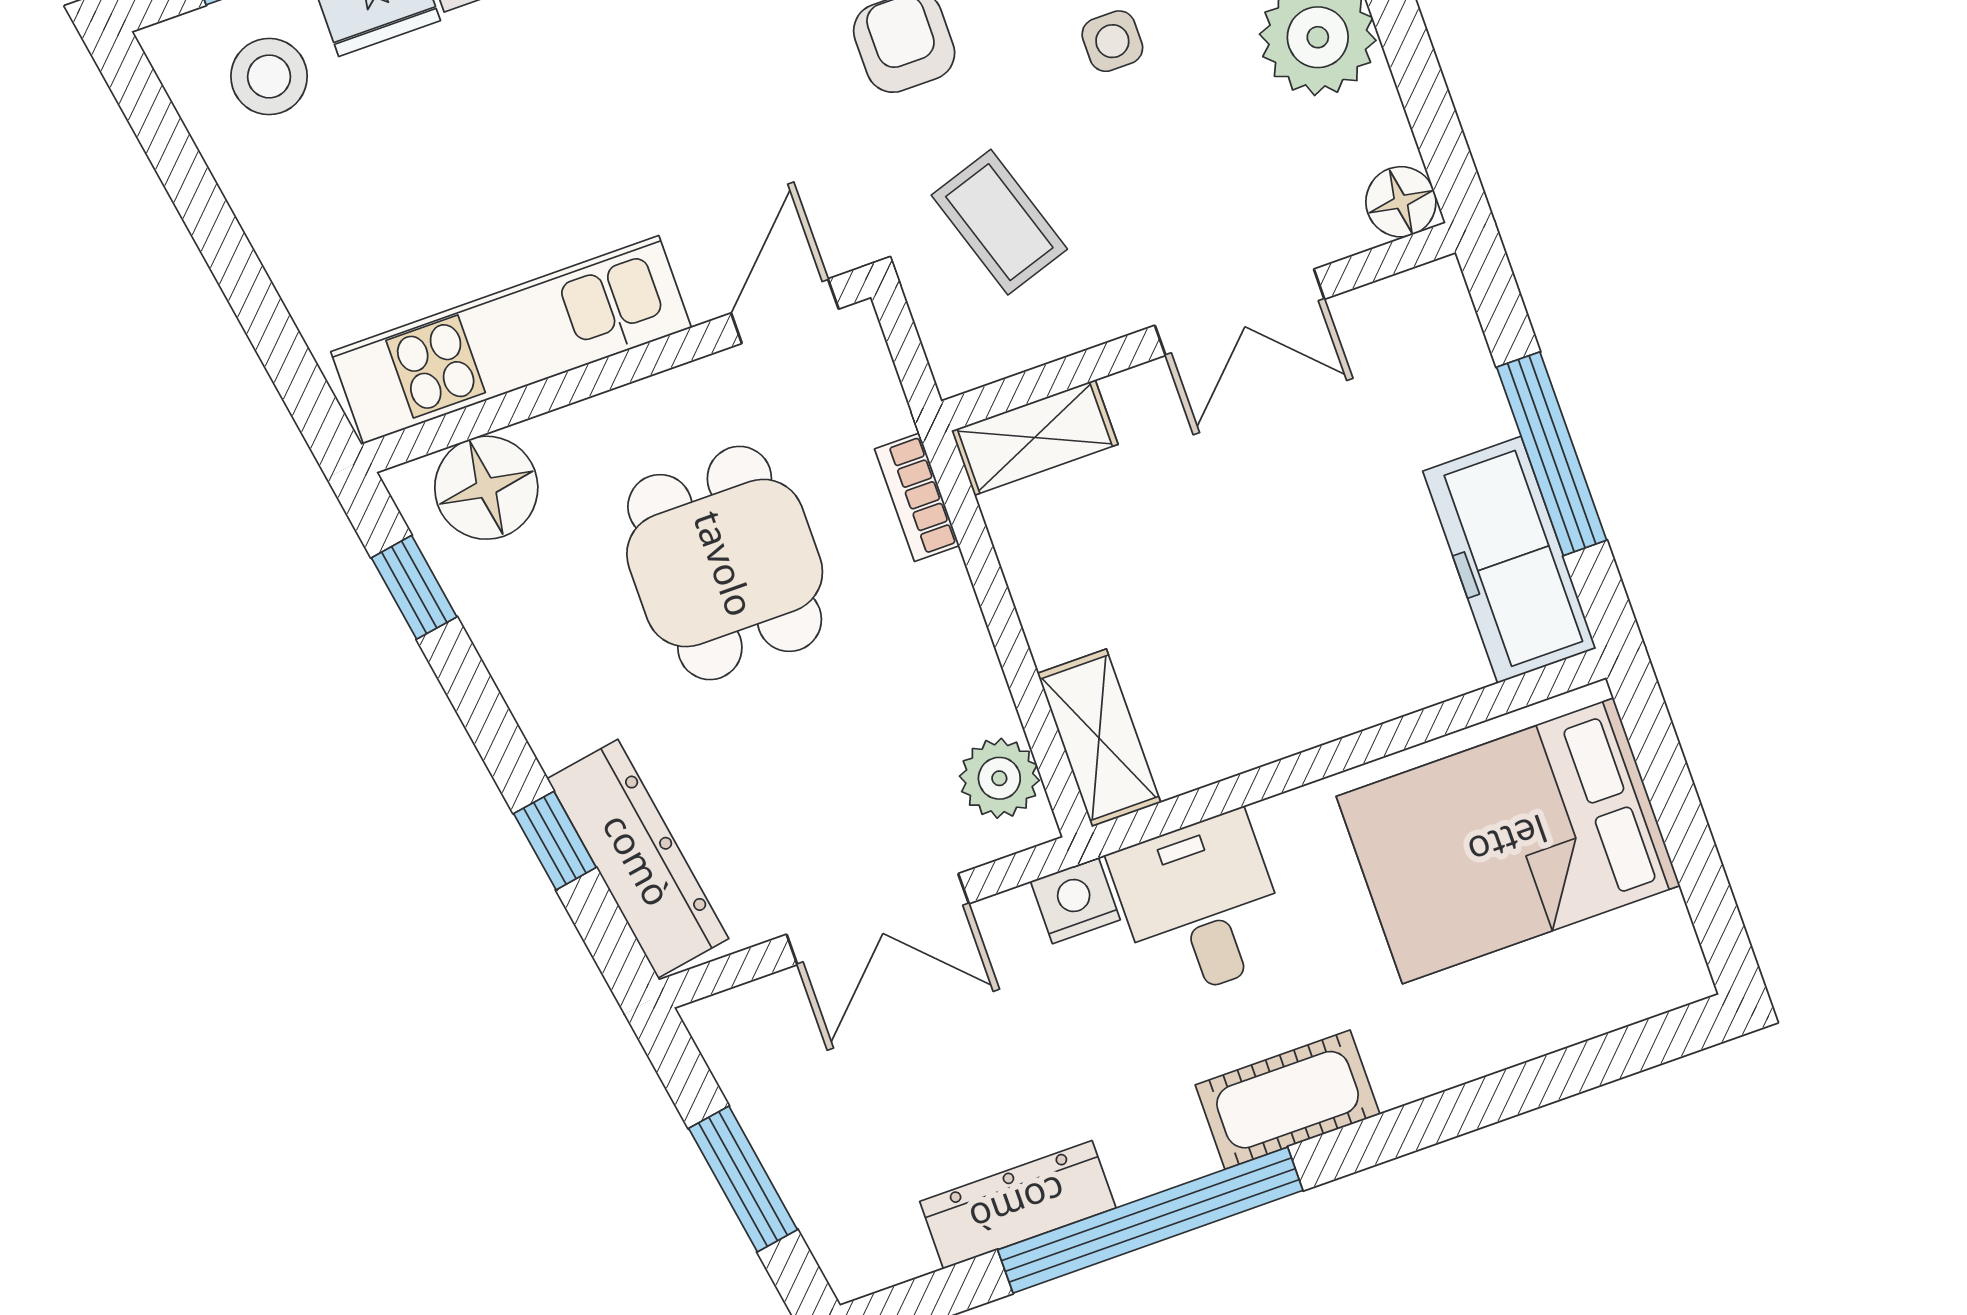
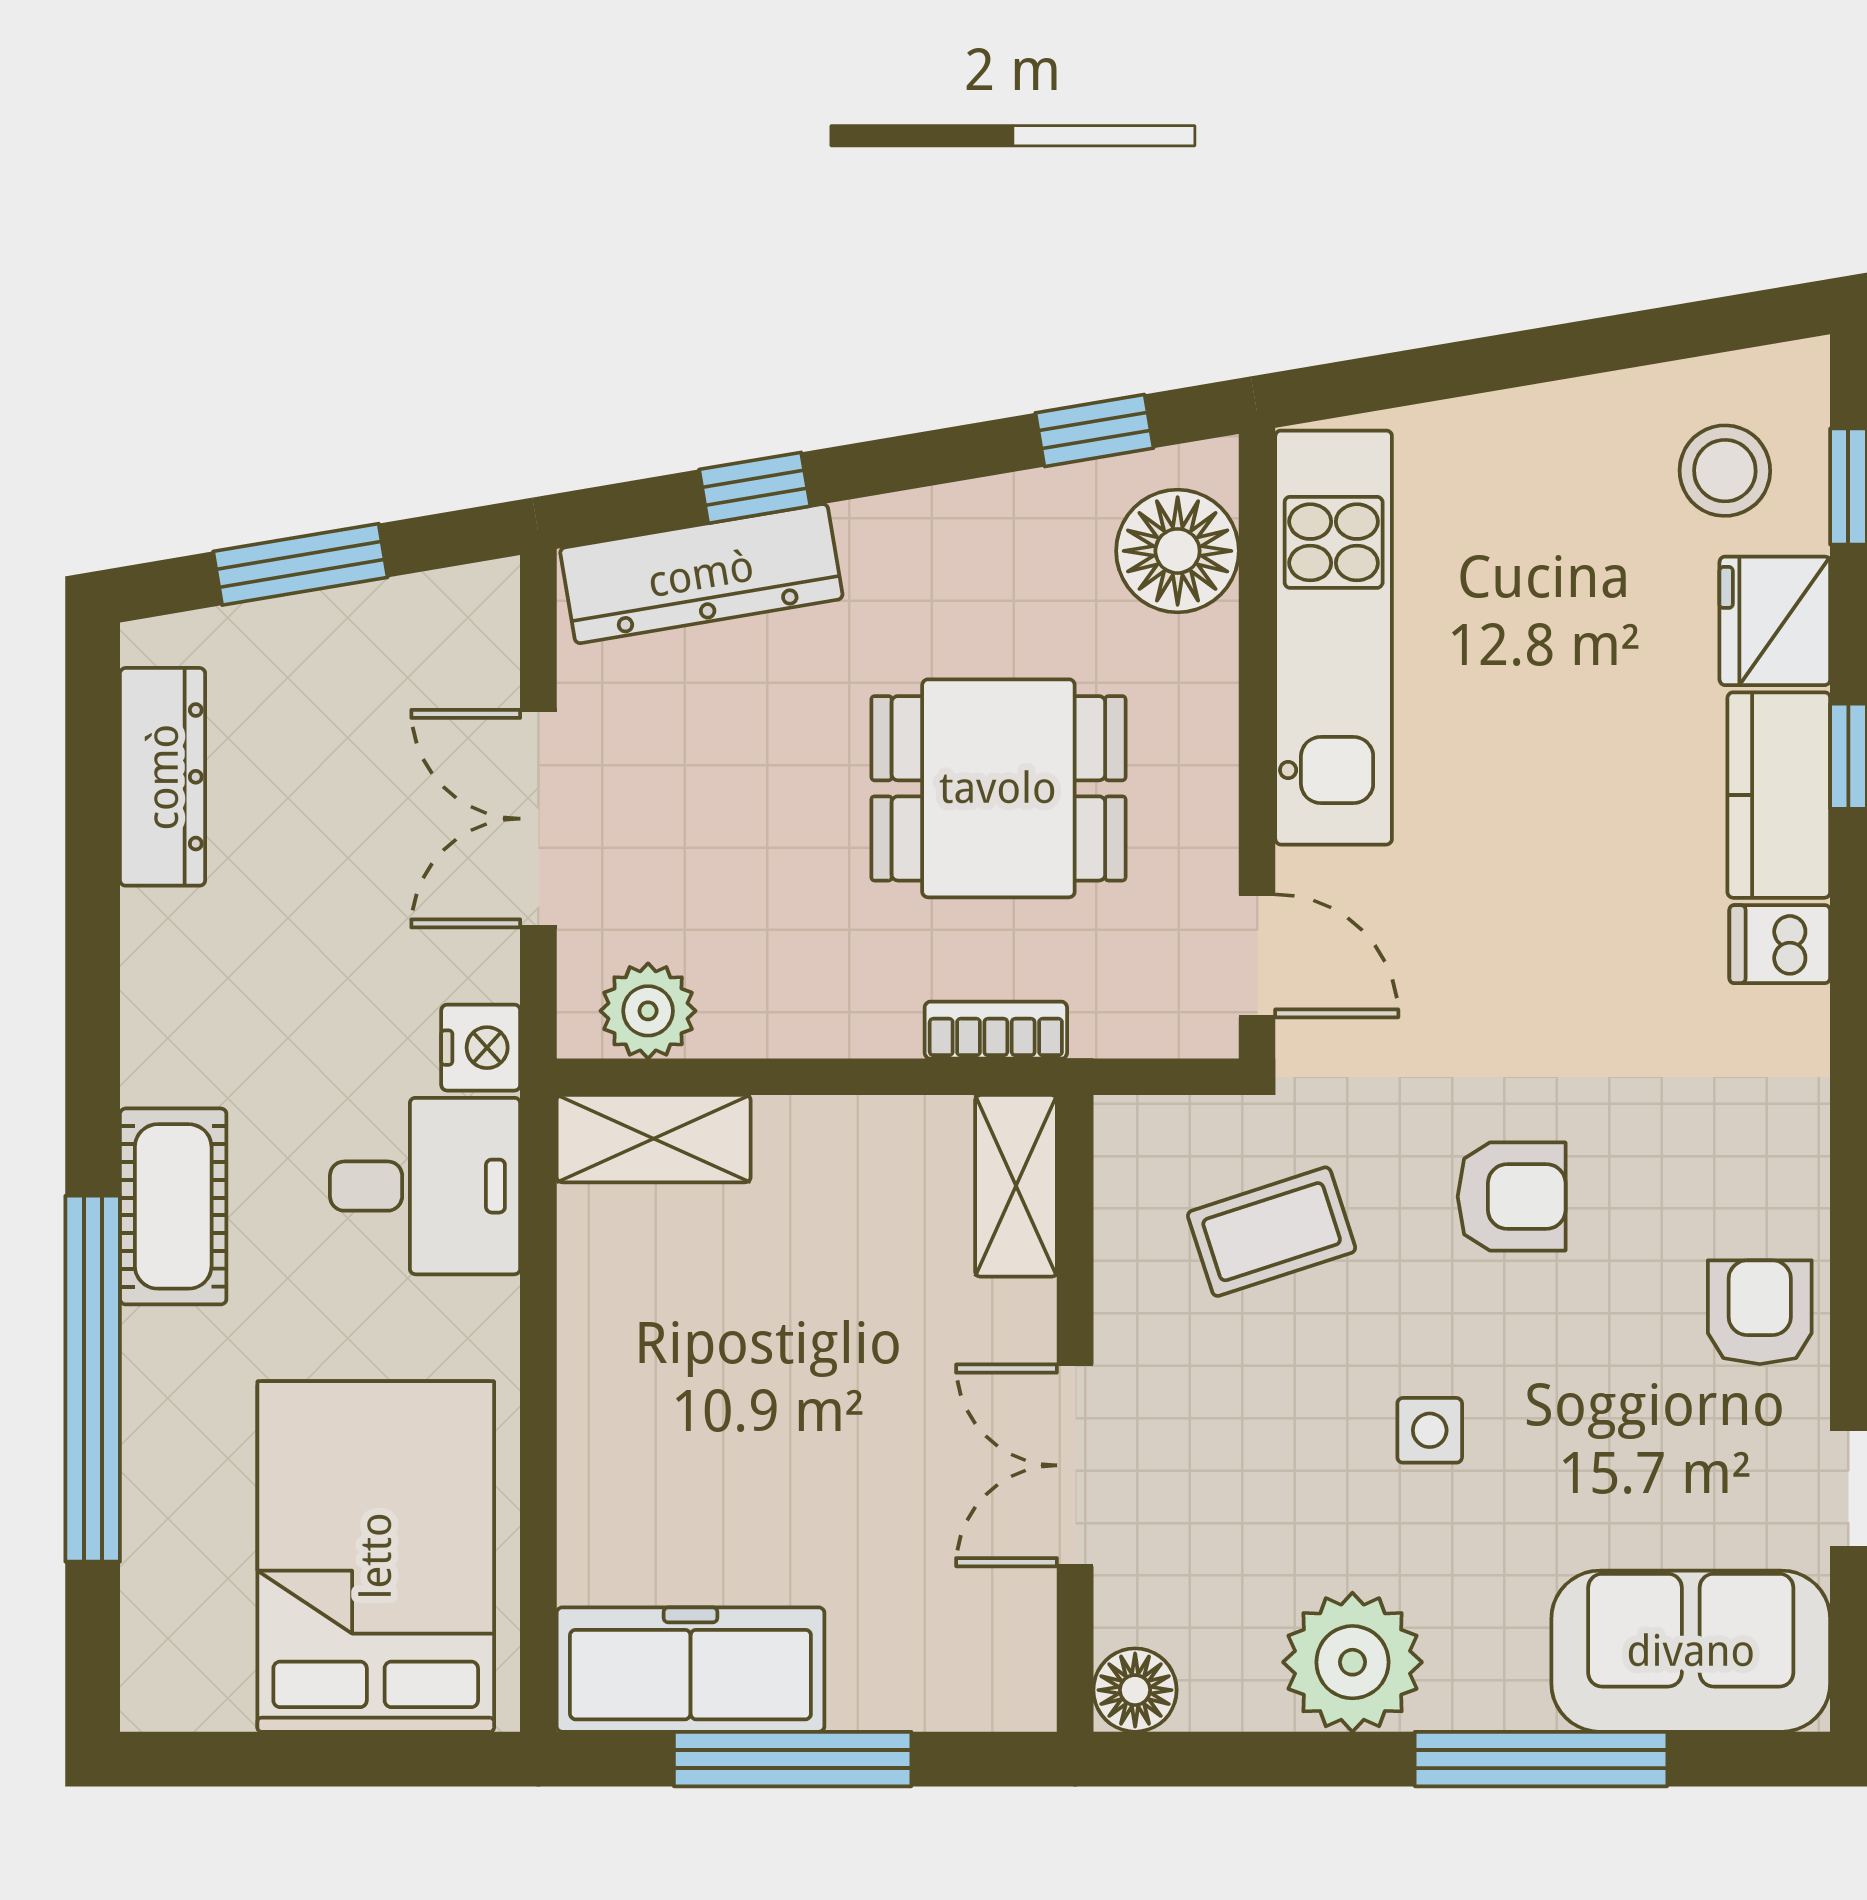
dresser: (1018, 1205) -> (163, 777), moved
window: (1150, 1220) -> (93, 1379), moved

